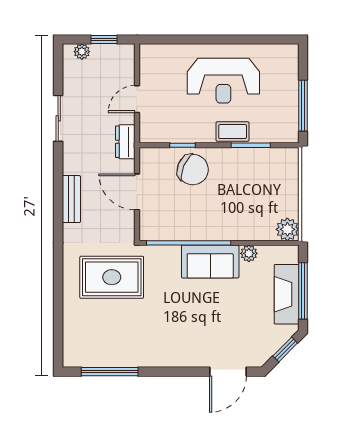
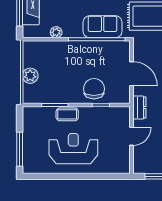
window: (303, 106) -> (20, 149), moved
chair: (193, 170) -> (94, 89), turned 67
plant: (287, 229) -> (30, 76), moved
sofa: (210, 262) -> (103, 27), moved

